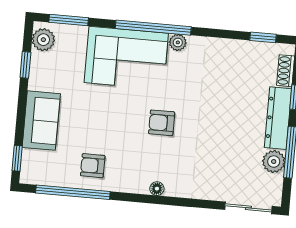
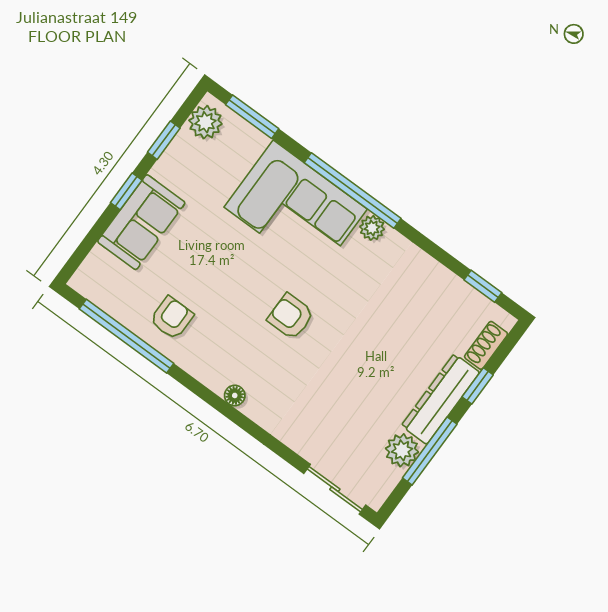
window: (17, 158) -> (126, 191), moved
armchair: (93, 166) -> (172, 318), turned 90

